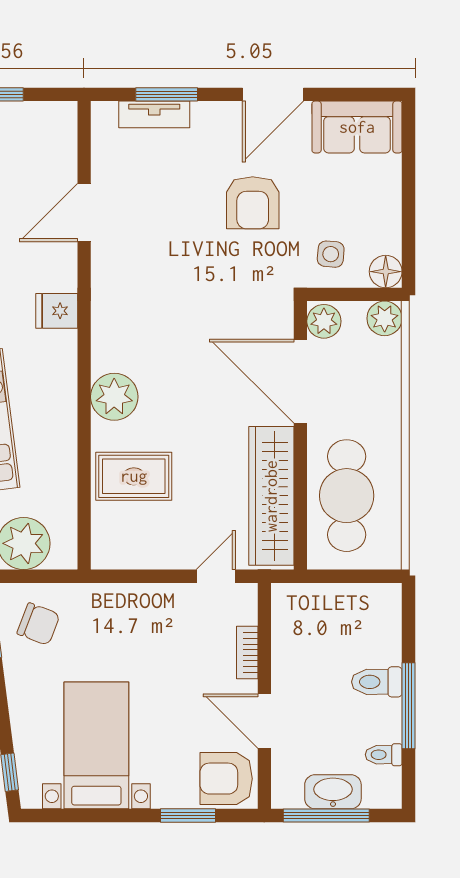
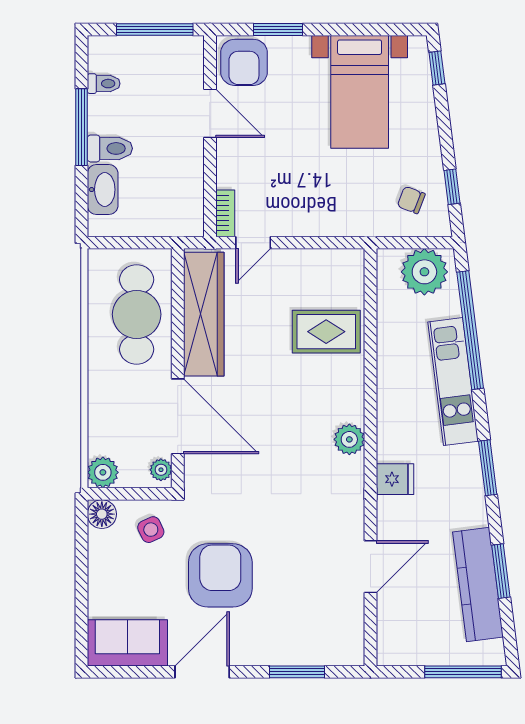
tv unit: (154, 114) -> (308, 654), removed
armchair: (253, 203) -> (220, 575), width x1.36, depth x1.36
side table: (331, 254) -> (151, 530), turned -30
plant: (324, 321) -> (161, 470), width x0.73, depth x0.73
plant: (114, 397) -> (349, 439), moved, width x0.73, depth x0.73
chair: (38, 624) -> (411, 200), width x0.73, depth x0.73
bookcase: (247, 652) -> (225, 213), moved
armchair: (226, 779) -> (244, 62), turned 90
washbasin: (333, 792) -> (103, 190), moved, turned -90

